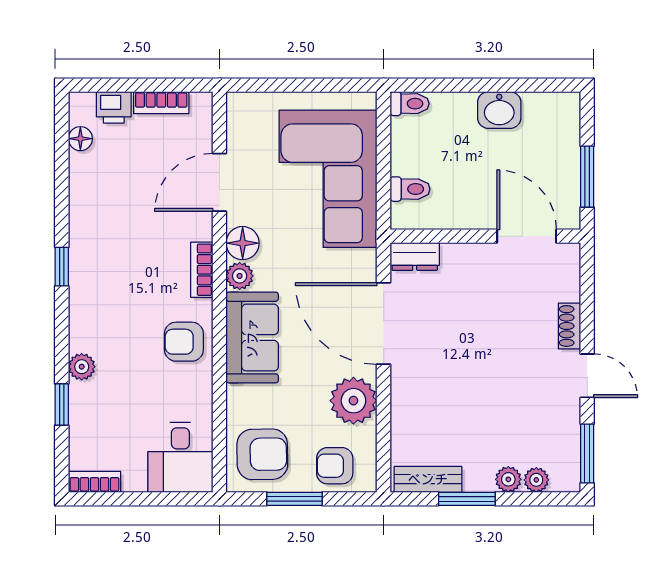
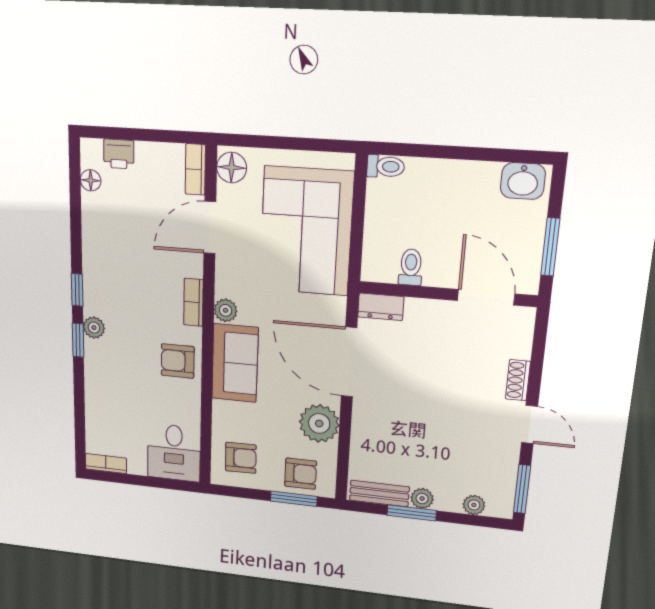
bookcase: (161, 103) -> (195, 169), moved, turned 90
washbasin: (499, 110) -> (523, 181), moved
toilet: (410, 189) -> (411, 267), moved, turned -90
floor lamp: (243, 243) -> (232, 168), moved
plant: (82, 367) -> (94, 328), moved
window: (62, 404) -> (78, 340), moved
armchair: (262, 454) -> (241, 458), width x0.72, depth x0.72
armchair: (335, 466) -> (301, 474), turned 180
plant: (508, 479) -> (422, 498), moved
window: (294, 499) -> (294, 499), moved

